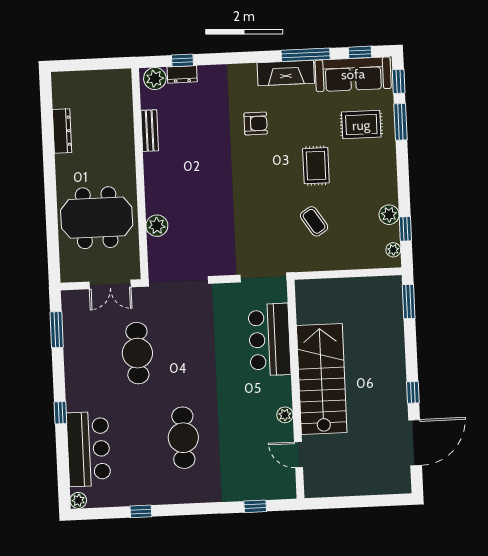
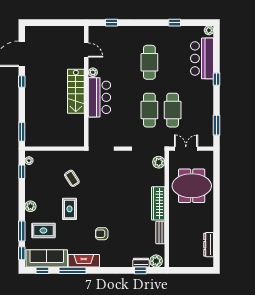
dresser: (62, 131) -> (209, 245), moved
wardrobe: (156, 183) -> (158, 203), added
plant: (389, 215) -> (30, 206), moved
plant: (157, 226) -> (159, 162), moved
bar counter: (269, 340) -> (99, 97), moved
cafe table: (179, 351) -> (149, 110), added
stairs: (322, 379) -> (76, 91), width x0.73, depth x0.66

